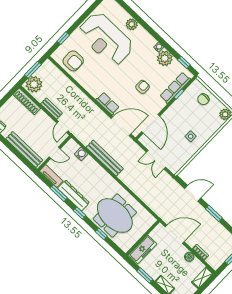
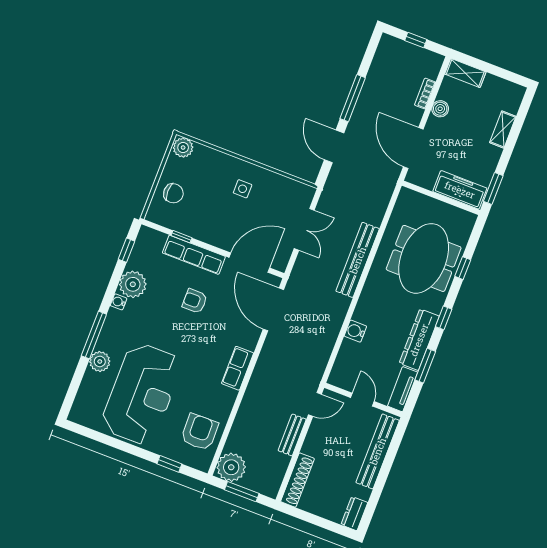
window: (147, 27) -> (94, 335), added
plant: (34, 84) -> (231, 467), moved
row of seats: (175, 88) -> (194, 255), moved
row of seats: (108, 104) -> (238, 368), moved
water cooler: (81, 154) -> (355, 331), moved
bench: (105, 158) -> (358, 260), moved
window: (214, 213) -> (353, 98), width x1.44
window: (145, 275) -> (493, 188), moved

